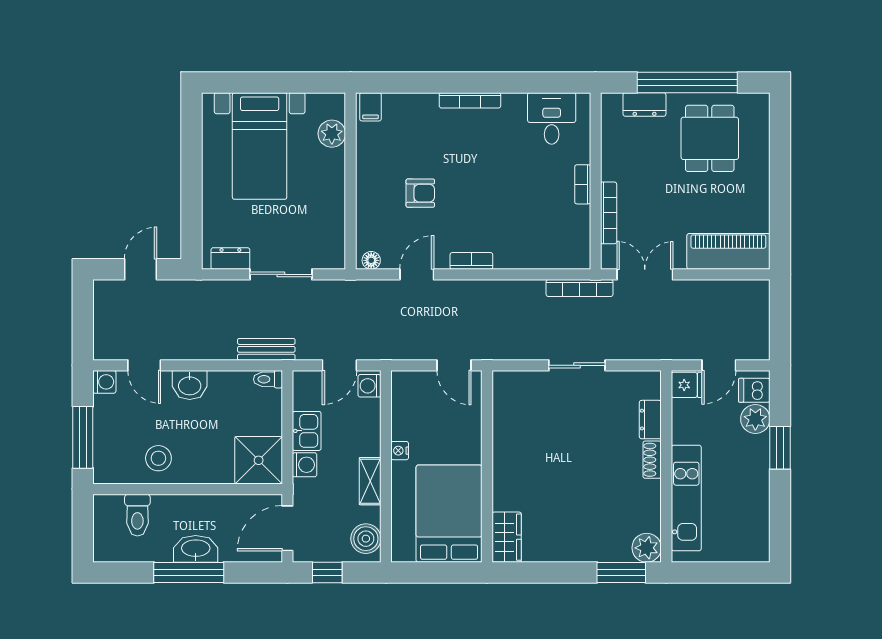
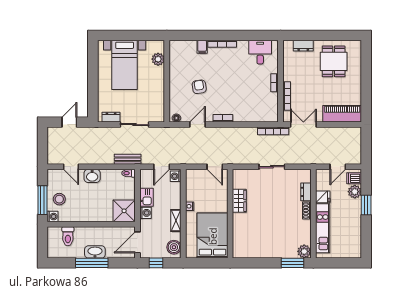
window: (687, 82) -> (323, 35), removed
filing cabinet: (370, 107) -> (202, 47), moved
armchair: (420, 193) -> (199, 87), turned -99
washing machine: (104, 382) -> (53, 217), moved
fridge: (687, 385) -> (323, 197), moved
stool: (158, 458) -> (59, 199), moved
wardrobe: (507, 537) -> (239, 201), moved

